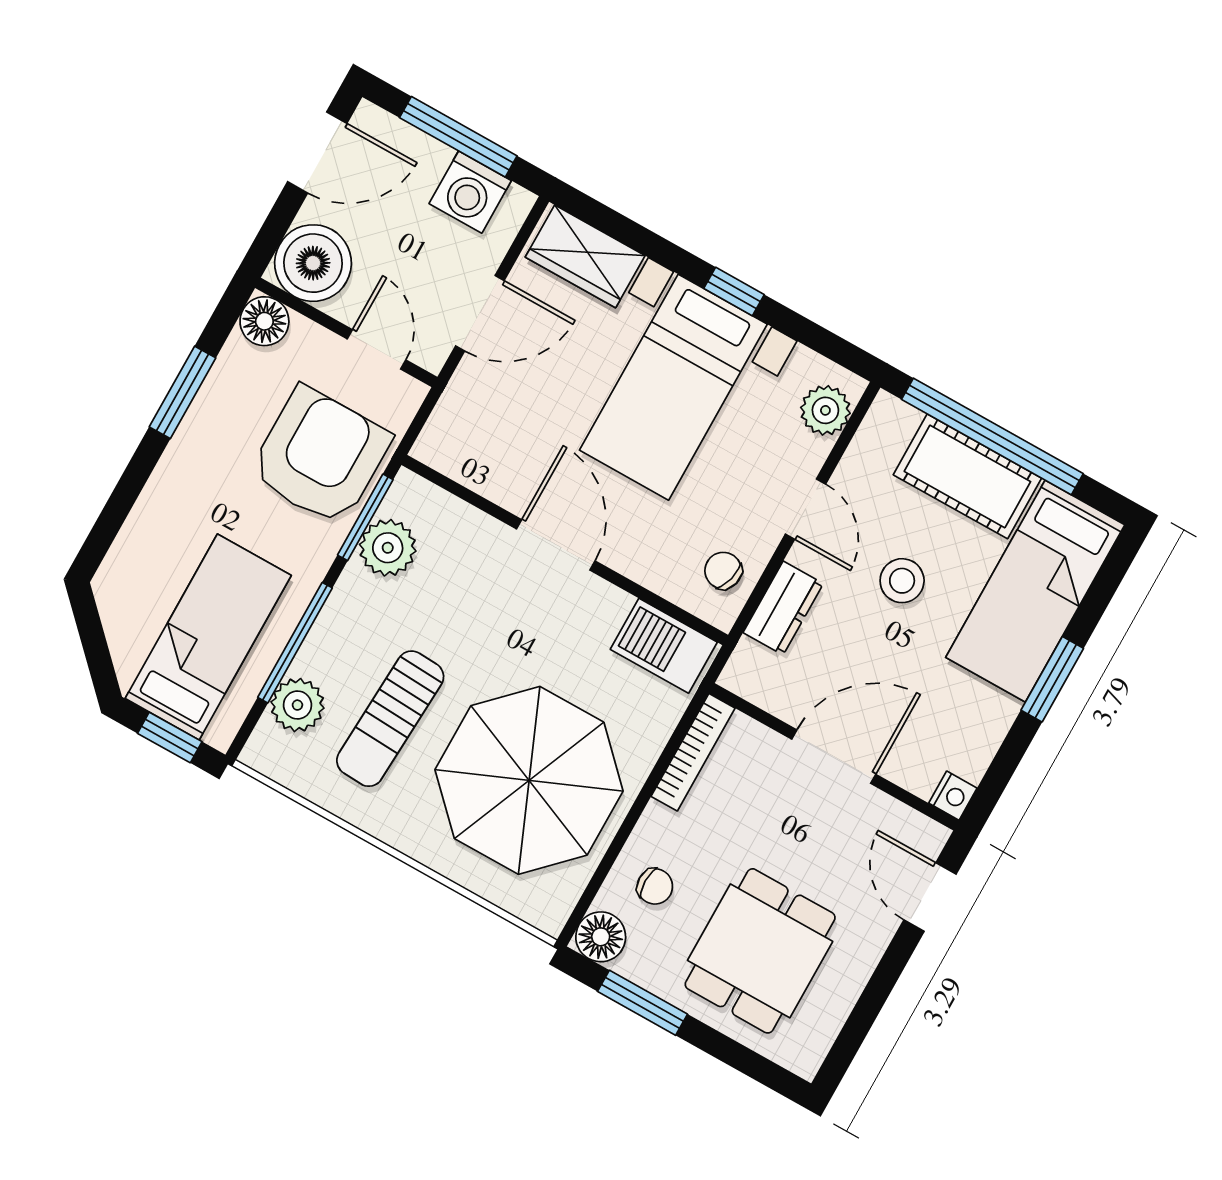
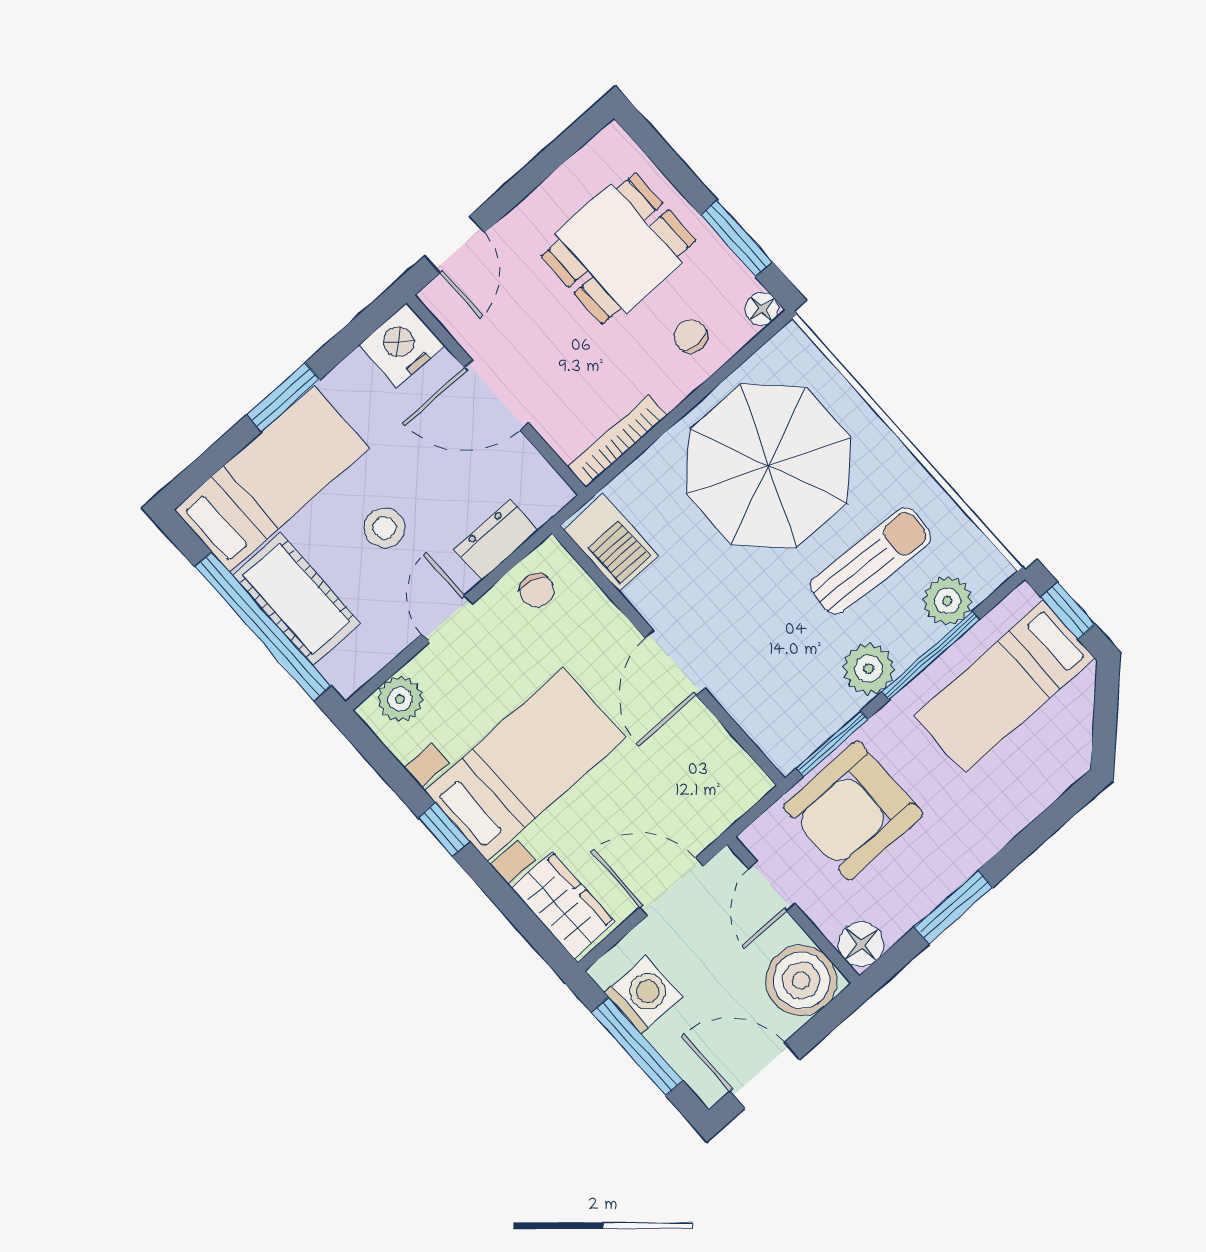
plant: (388, 548) -> (869, 669), moved
nightstand: (953, 796) -> (402, 345), width x1.89, depth x1.79
floor lamp: (601, 937) -> (762, 309), width x0.73, depth x0.73

